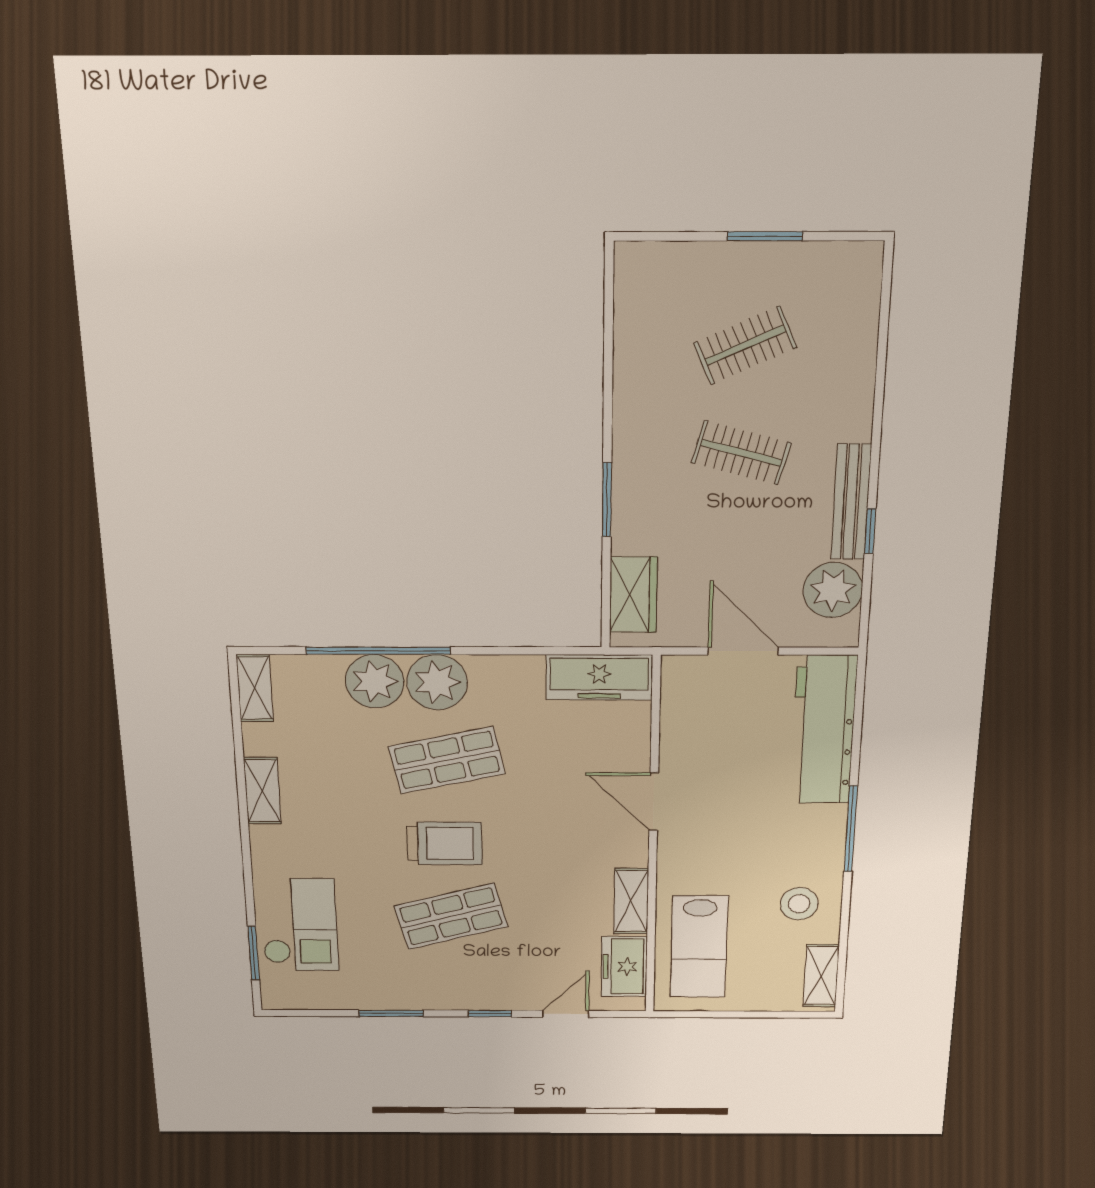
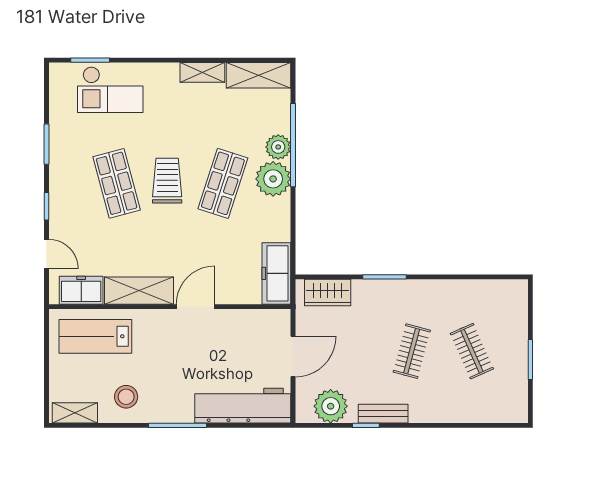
bench: (851, 502) -> (383, 414), width x0.73
plant: (375, 681) -> (278, 147), width x0.73, depth x0.73
shelving: (255, 688) -> (259, 75), width x1.50, depth x1.33
shop shelf: (447, 760) -> (223, 183), turned 30
trolley: (445, 843) -> (167, 181), turned 180
shelving: (631, 901) -> (139, 291), width x1.50, depth x1.33

